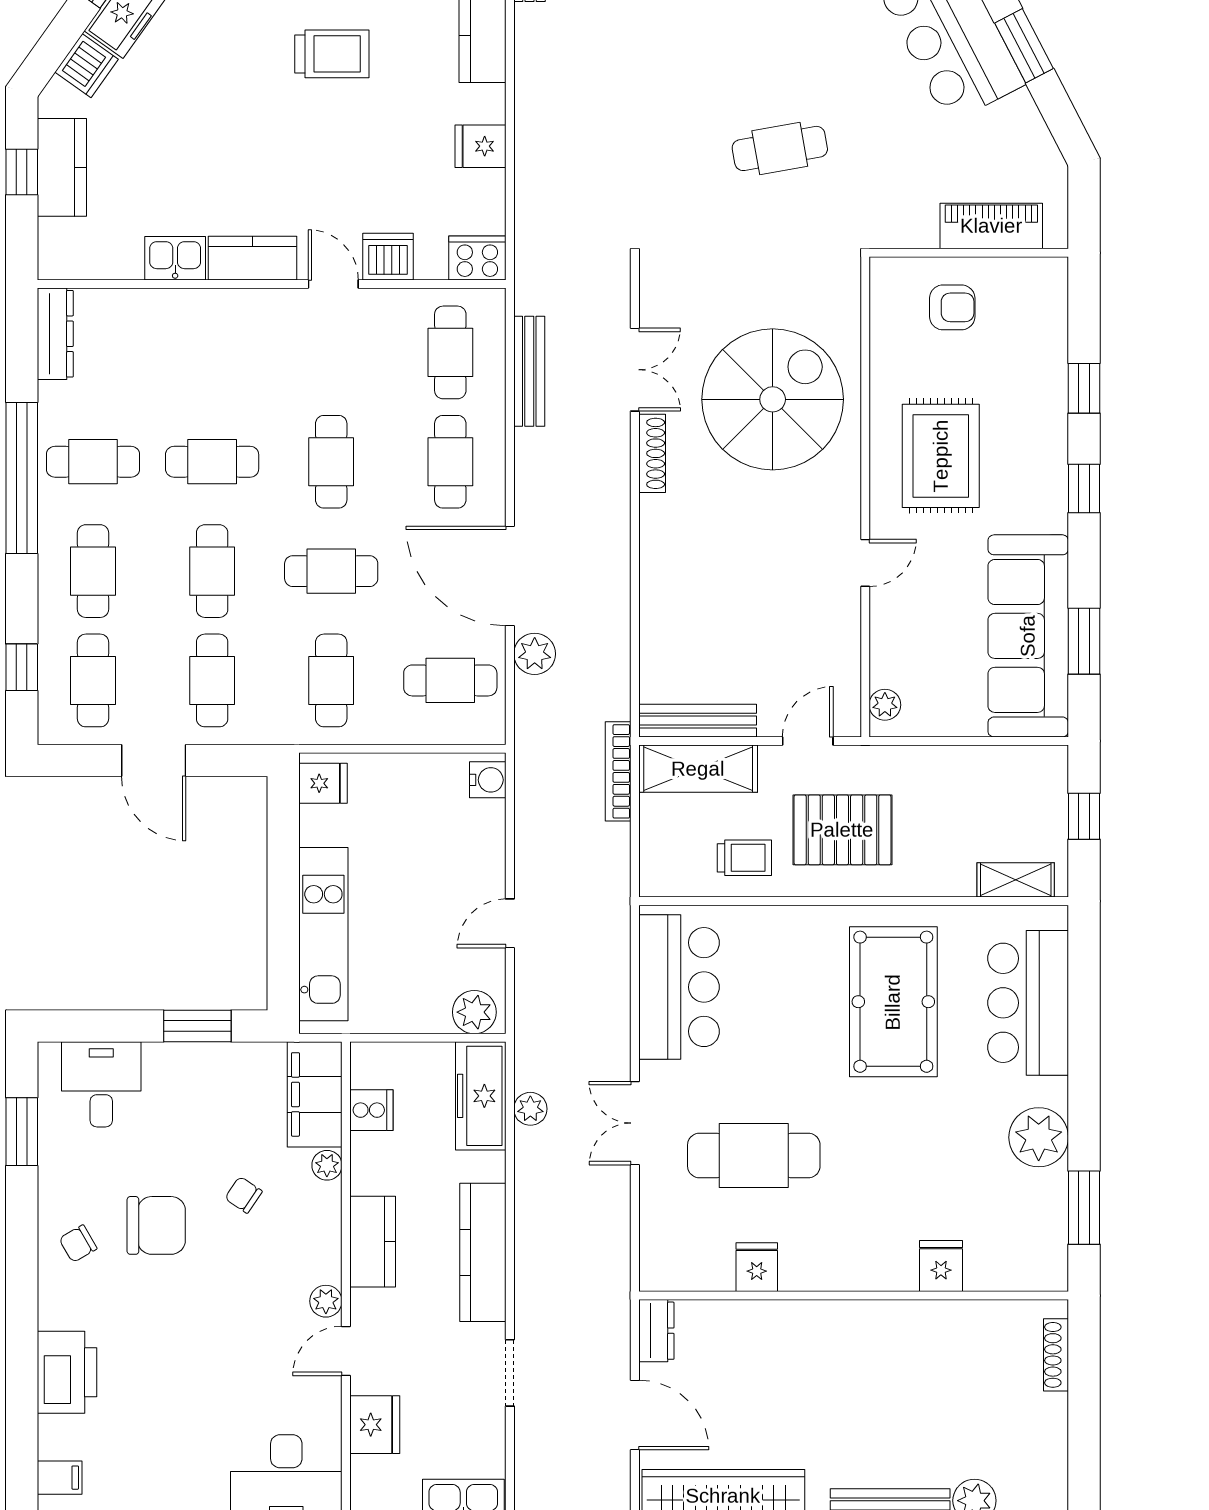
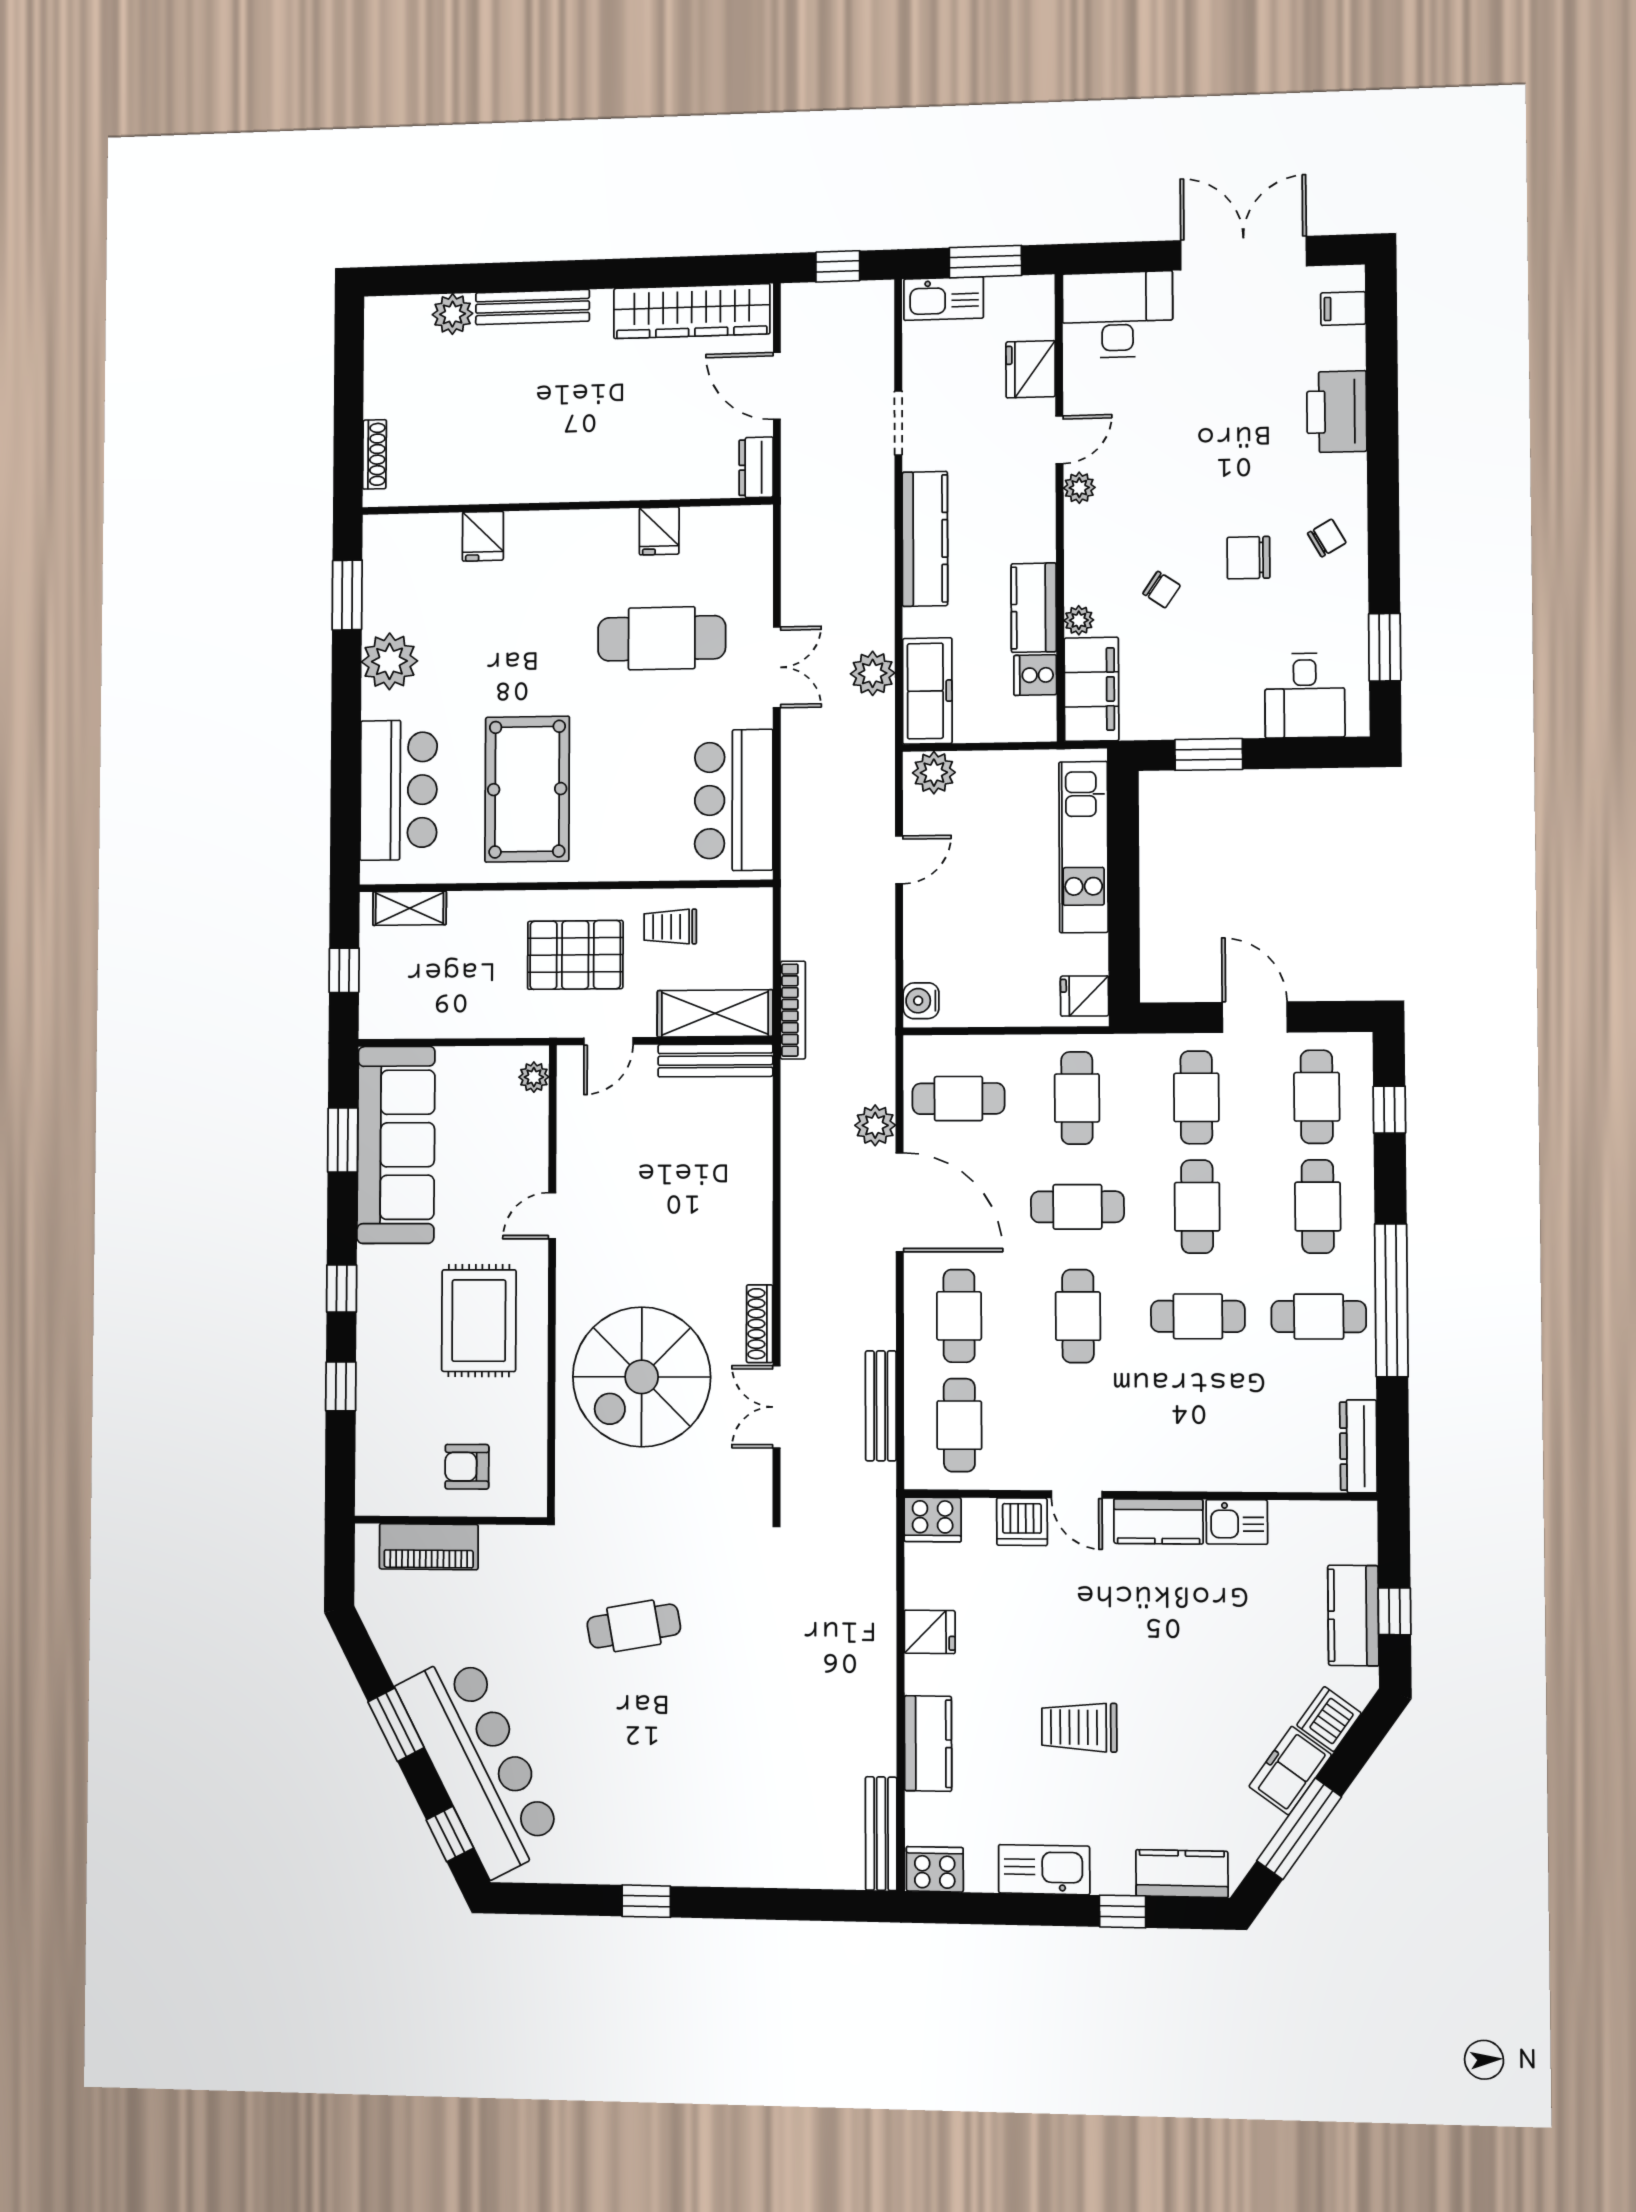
plant: (530, 1109) -> (873, 673), width x1.38, depth x1.38
chair: (156, 1225) -> (1249, 558), width x0.73, depth x0.73
kitchen counter: (373, 1242) -> (1034, 608), moved

